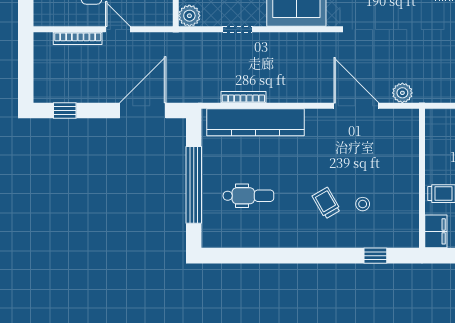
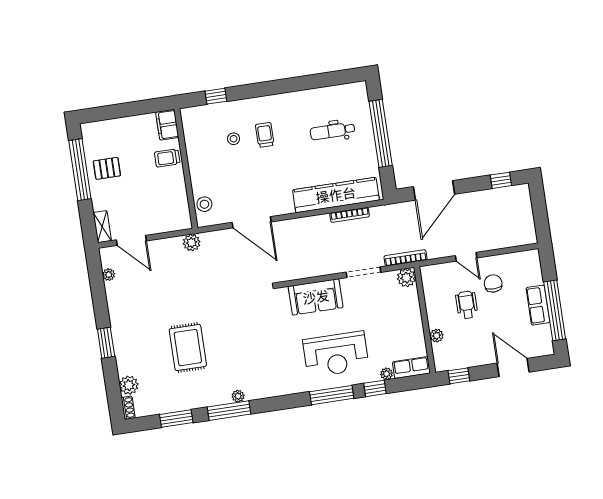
doorway: (237, 29) -> (363, 272), width x1.38
bookcase: (78, 38) -> (406, 258), moved
plant: (402, 93) -> (192, 243), moved
stool: (407, 134) -> (204, 204), added
trolley: (326, 203) -> (265, 135), turned -150

